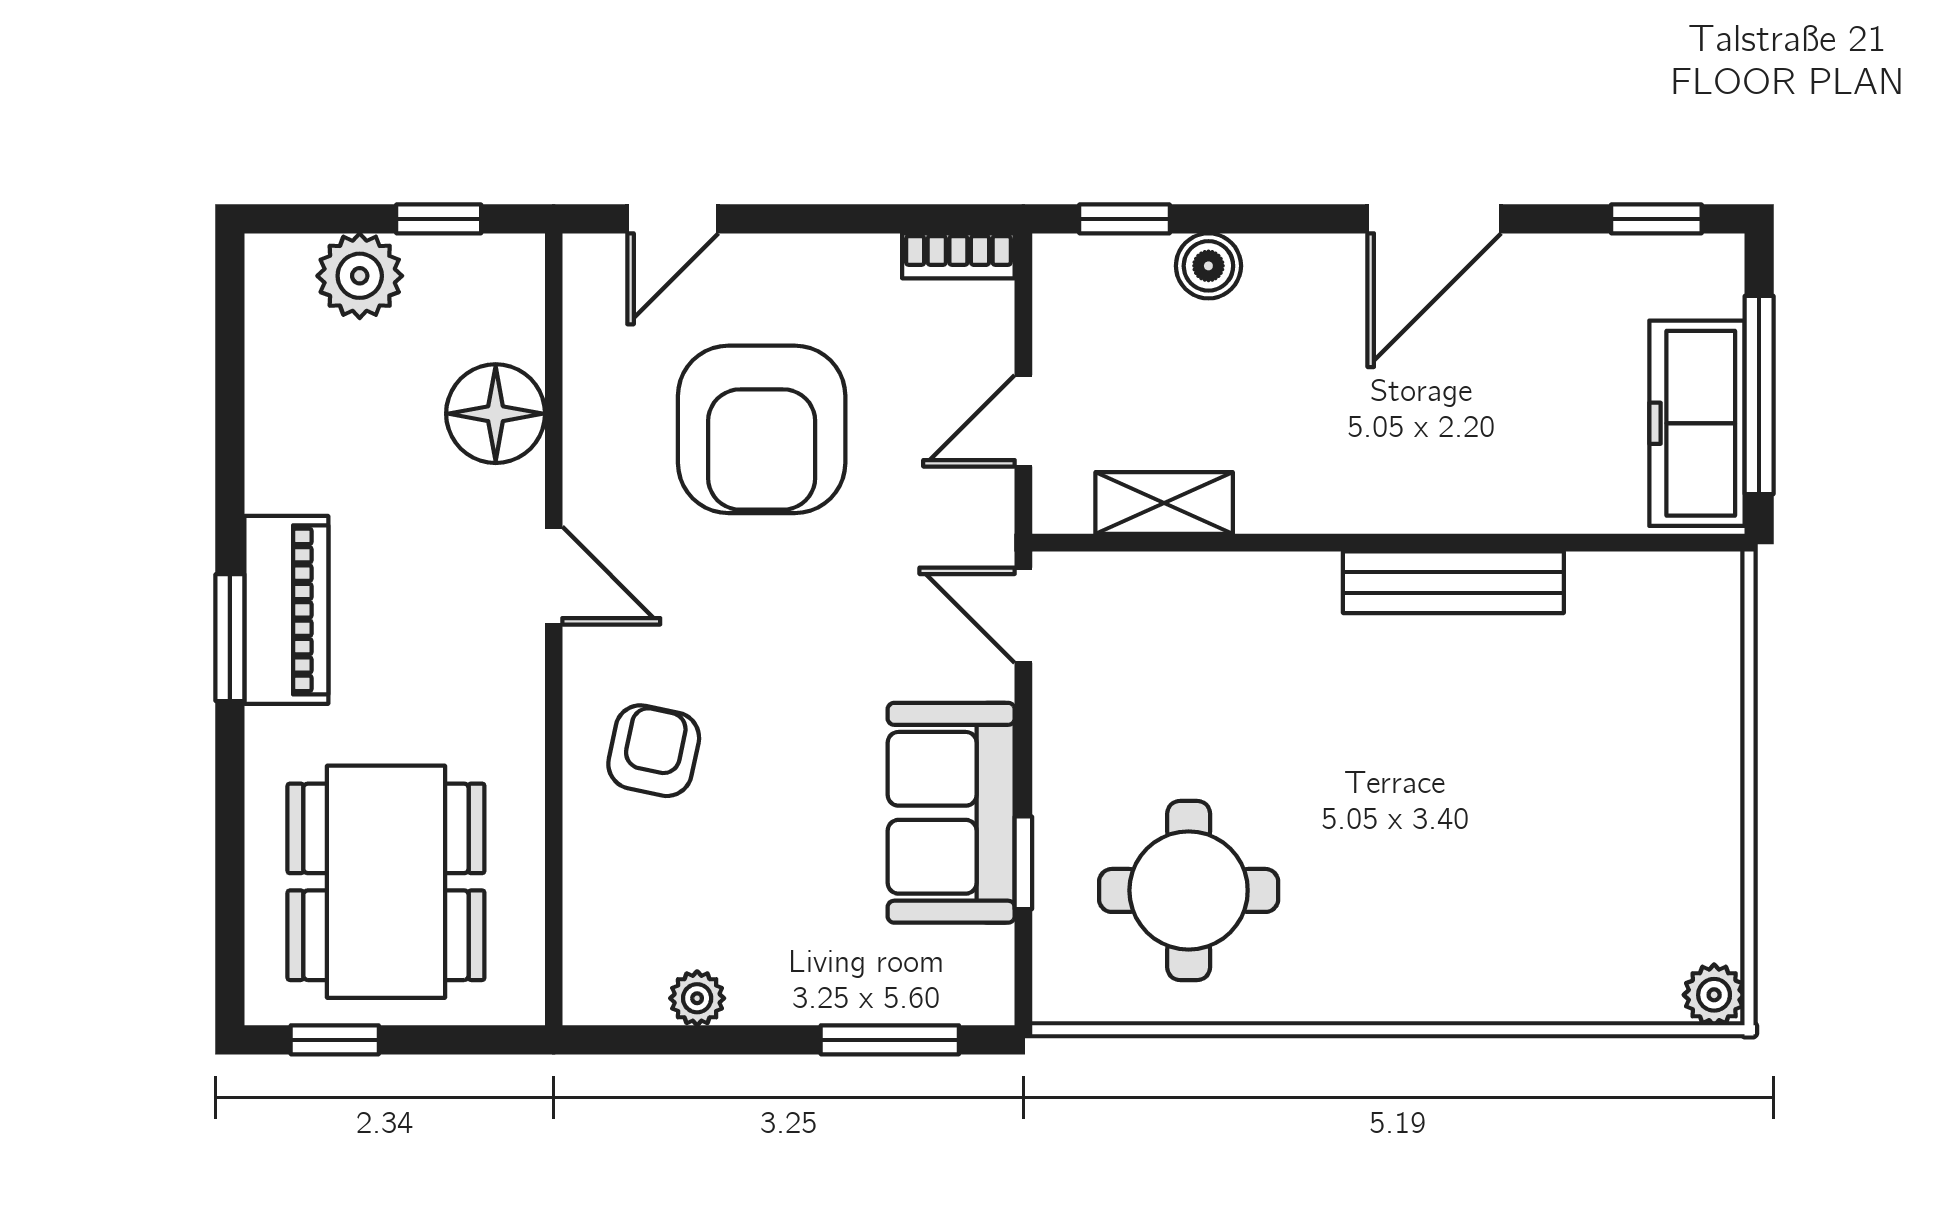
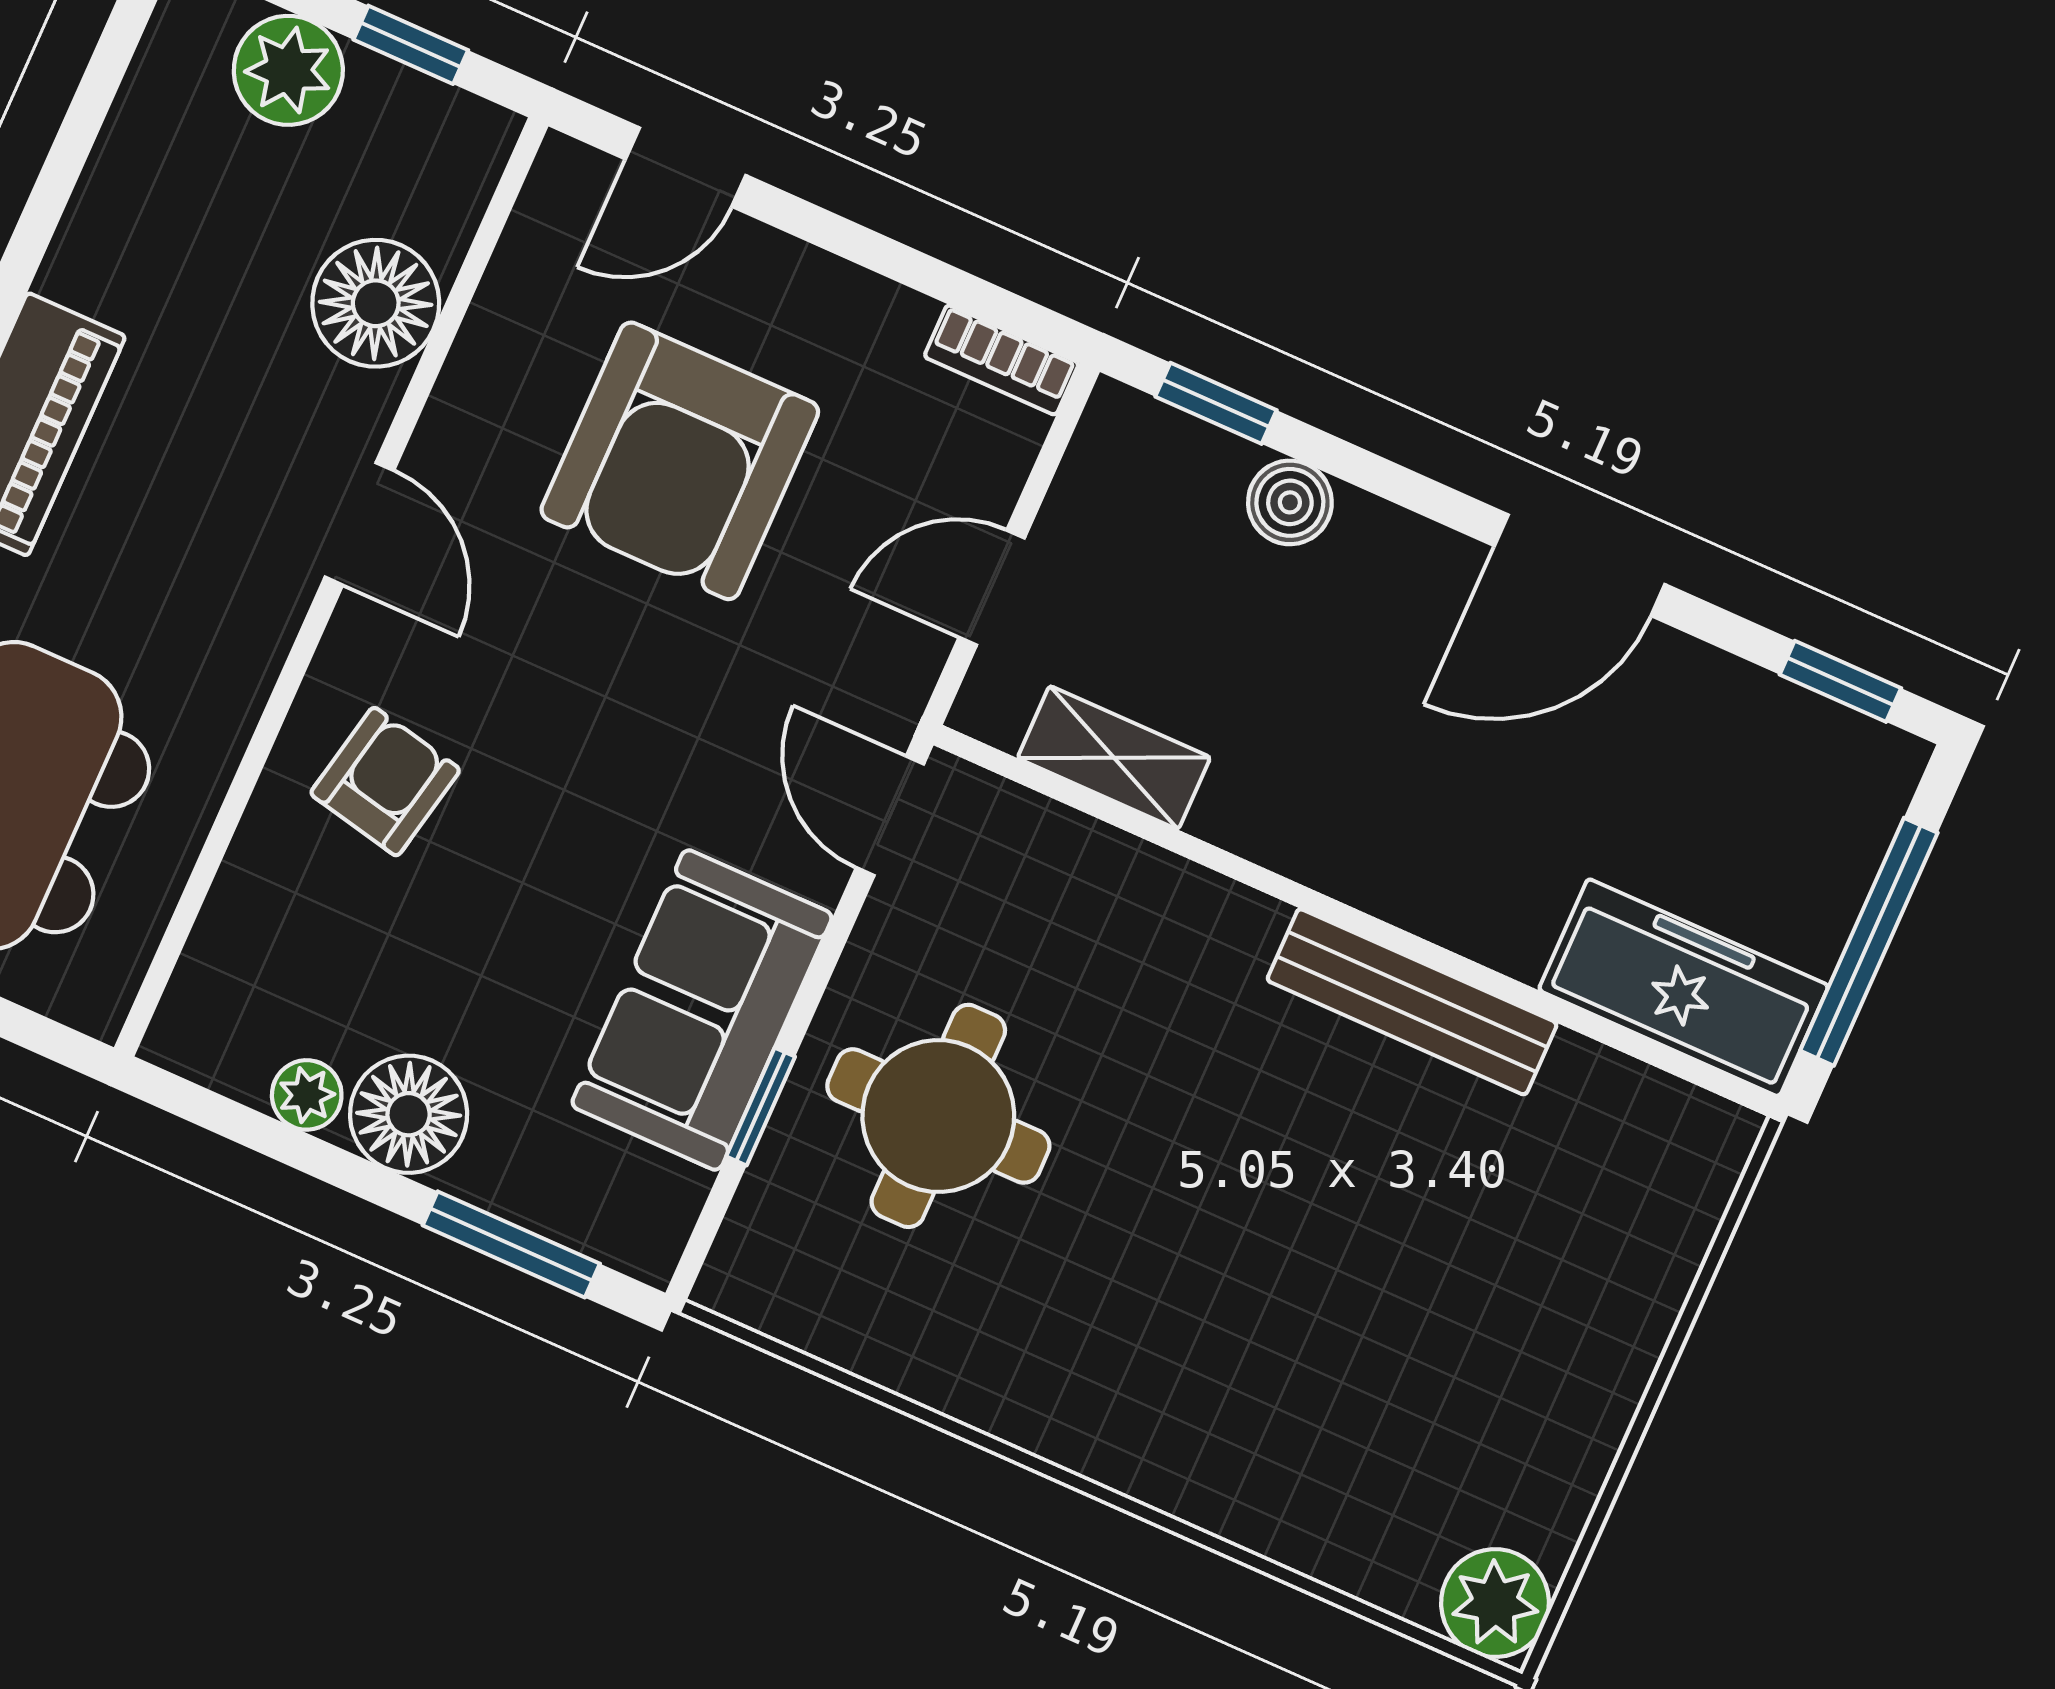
freezer: (1697, 423) -> (1684, 988), moved, turned 90
round table: (1189, 890) -> (938, 1116), moved
floor lamp: (776, 980) -> (409, 1114), added
plant: (1714, 995) -> (1495, 1603), width x1.38, depth x1.38

